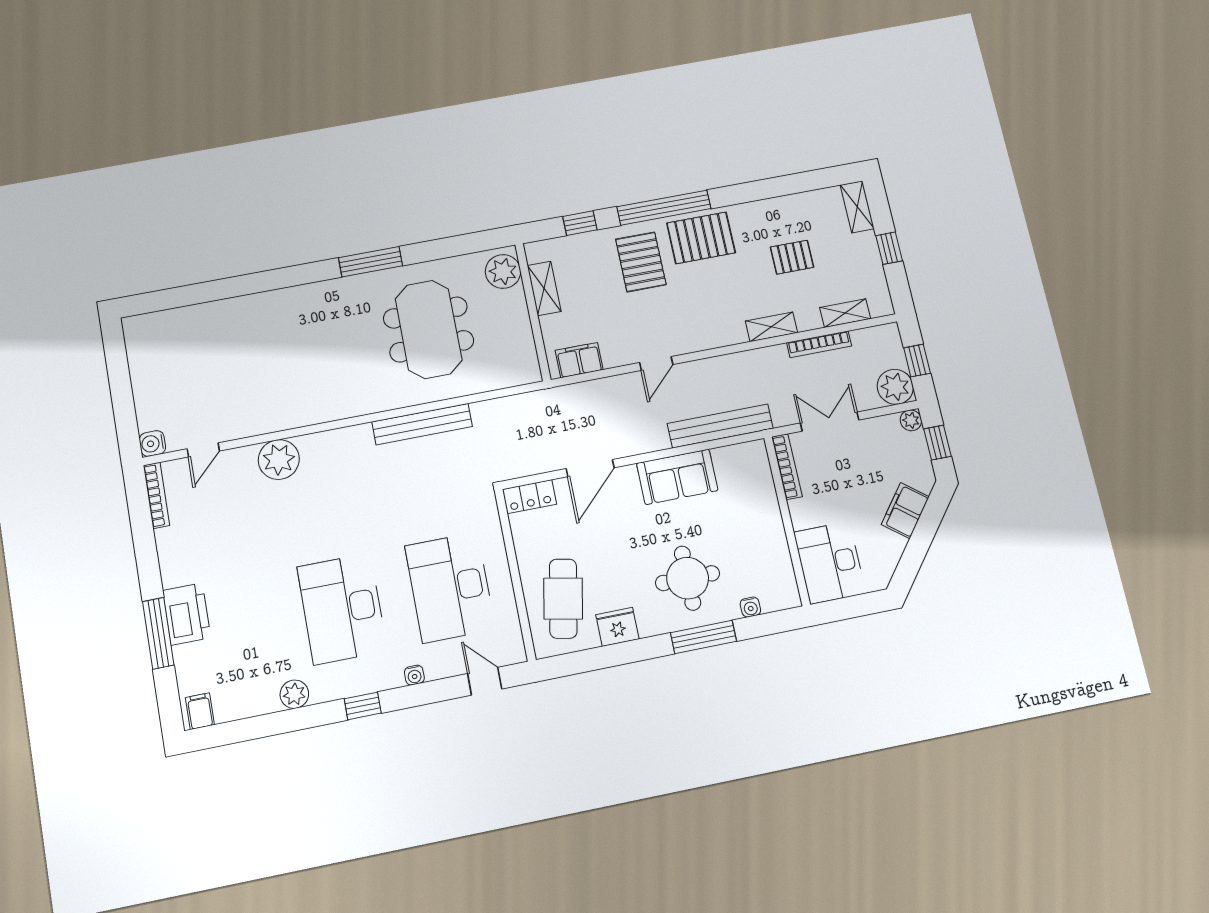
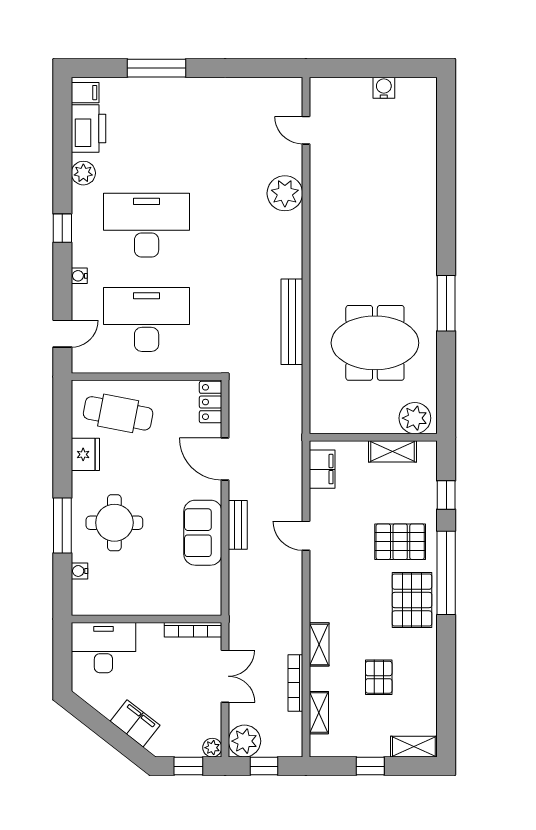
bench: (720, 426) -> (238, 525), moved, width x0.54, depth x0.82
water cooler: (152, 443) -> (384, 88), moved
bookcase: (156, 495) -> (274, 84), removed
printer: (187, 614) -> (89, 128), moved, turned -90

